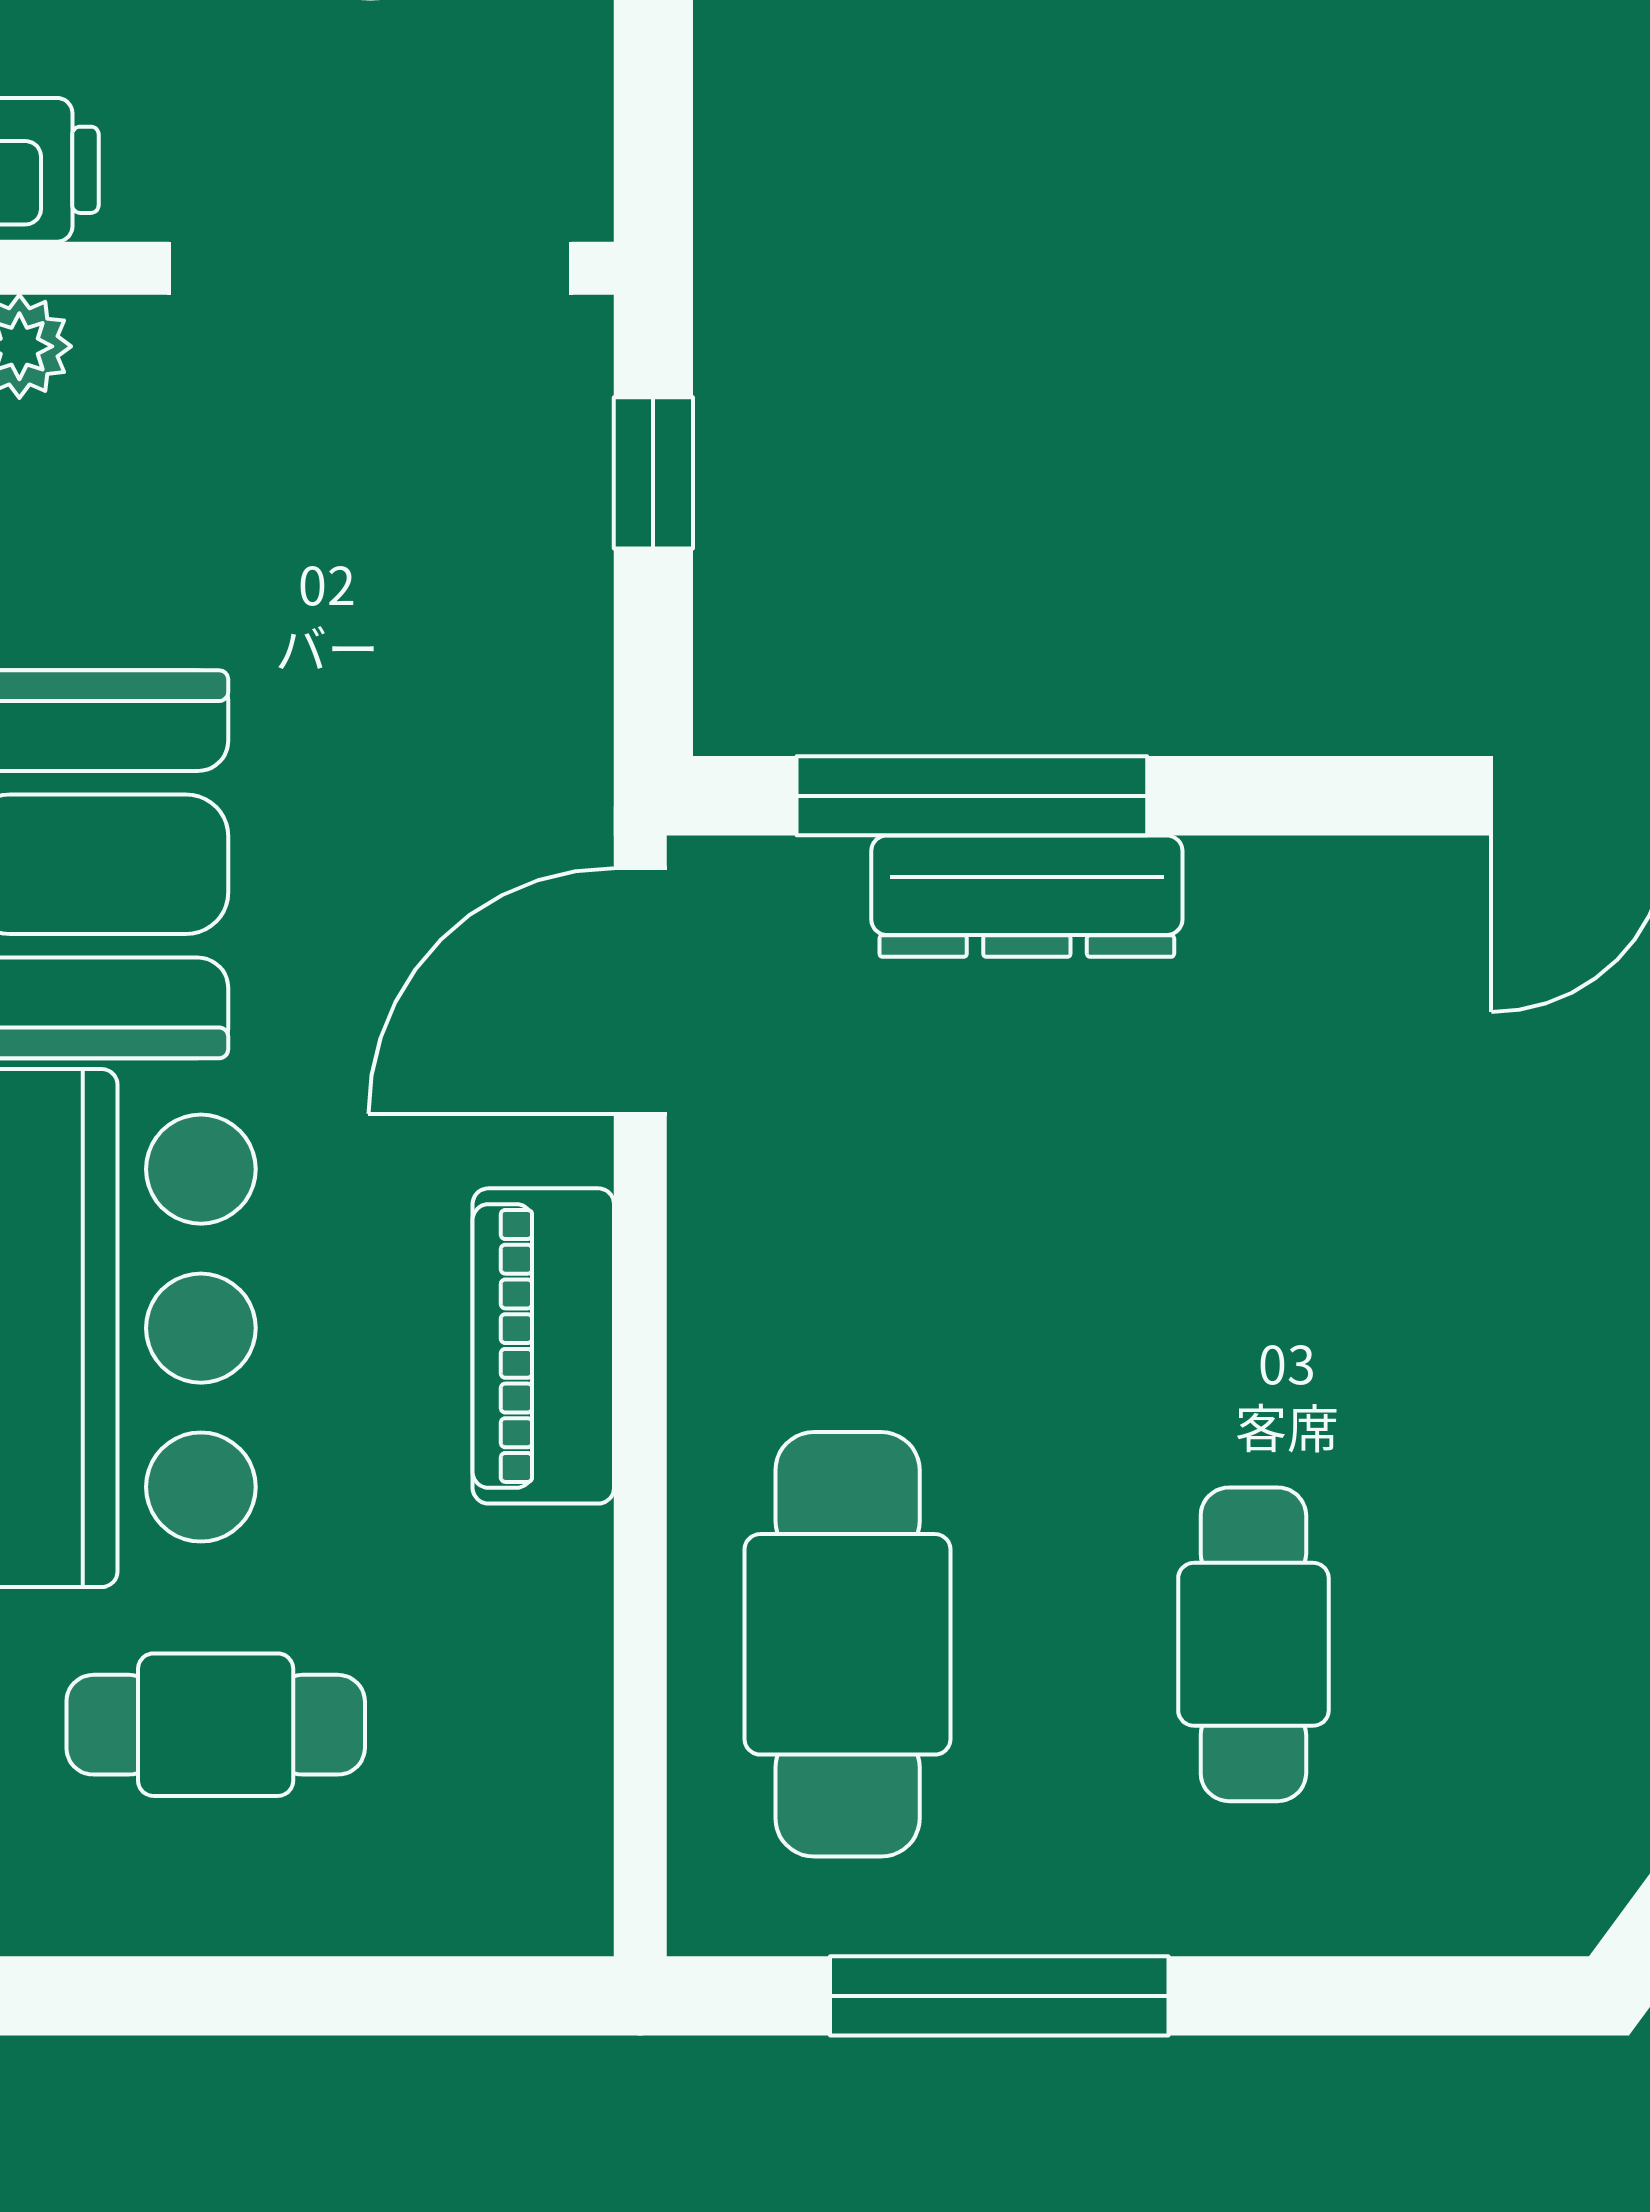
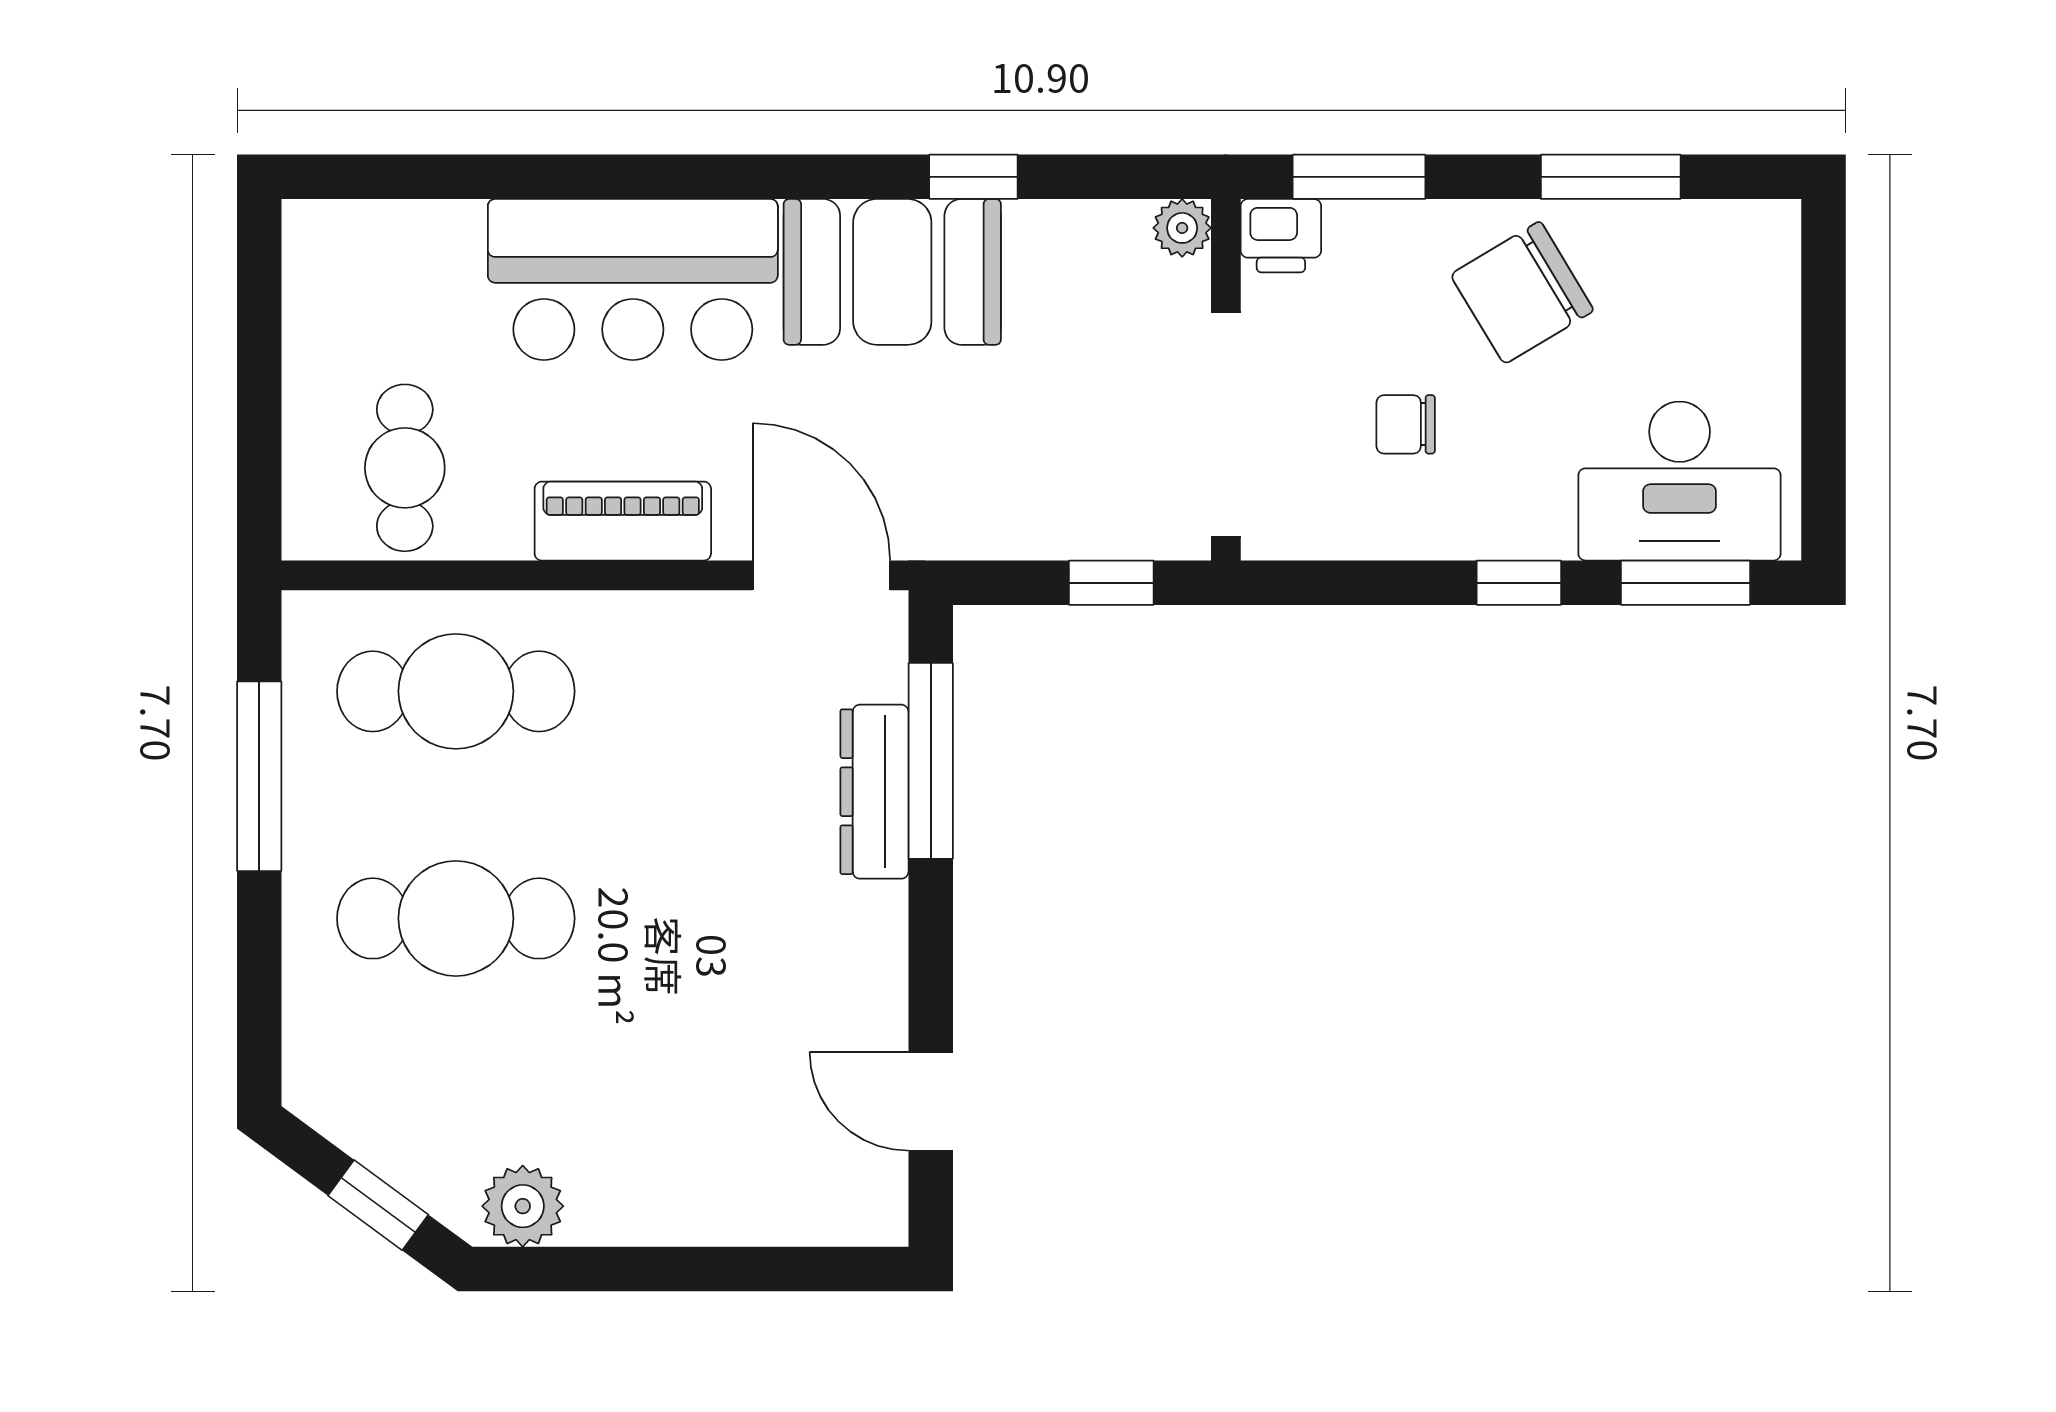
cafe table: (1253, 1644) -> (456, 918), width x1.37, depth x1.35
cafe table: (216, 1725) -> (405, 468), moved

